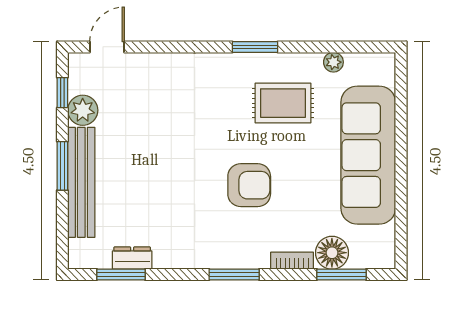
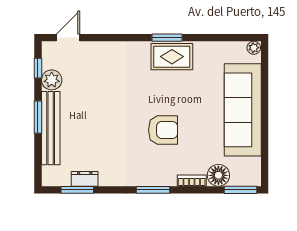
plant: (333, 62) -> (254, 48), moved
rug: (283, 103) -> (172, 57), moved
window: (342, 275) -> (240, 190), moved

